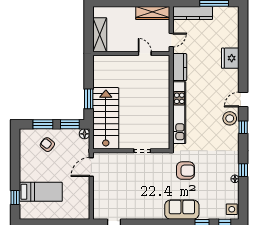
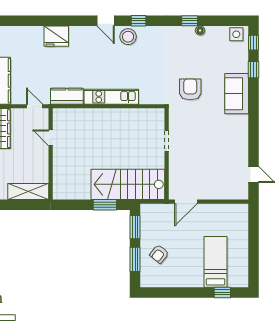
door: (145, 53) -> (51, 138), hinge flipped
kitchen unit: (179, 113) -> (111, 97), width x0.73
floor lamp: (85, 134) -> (146, 210), removed
door: (91, 167) -> (186, 202), hinge flipped

